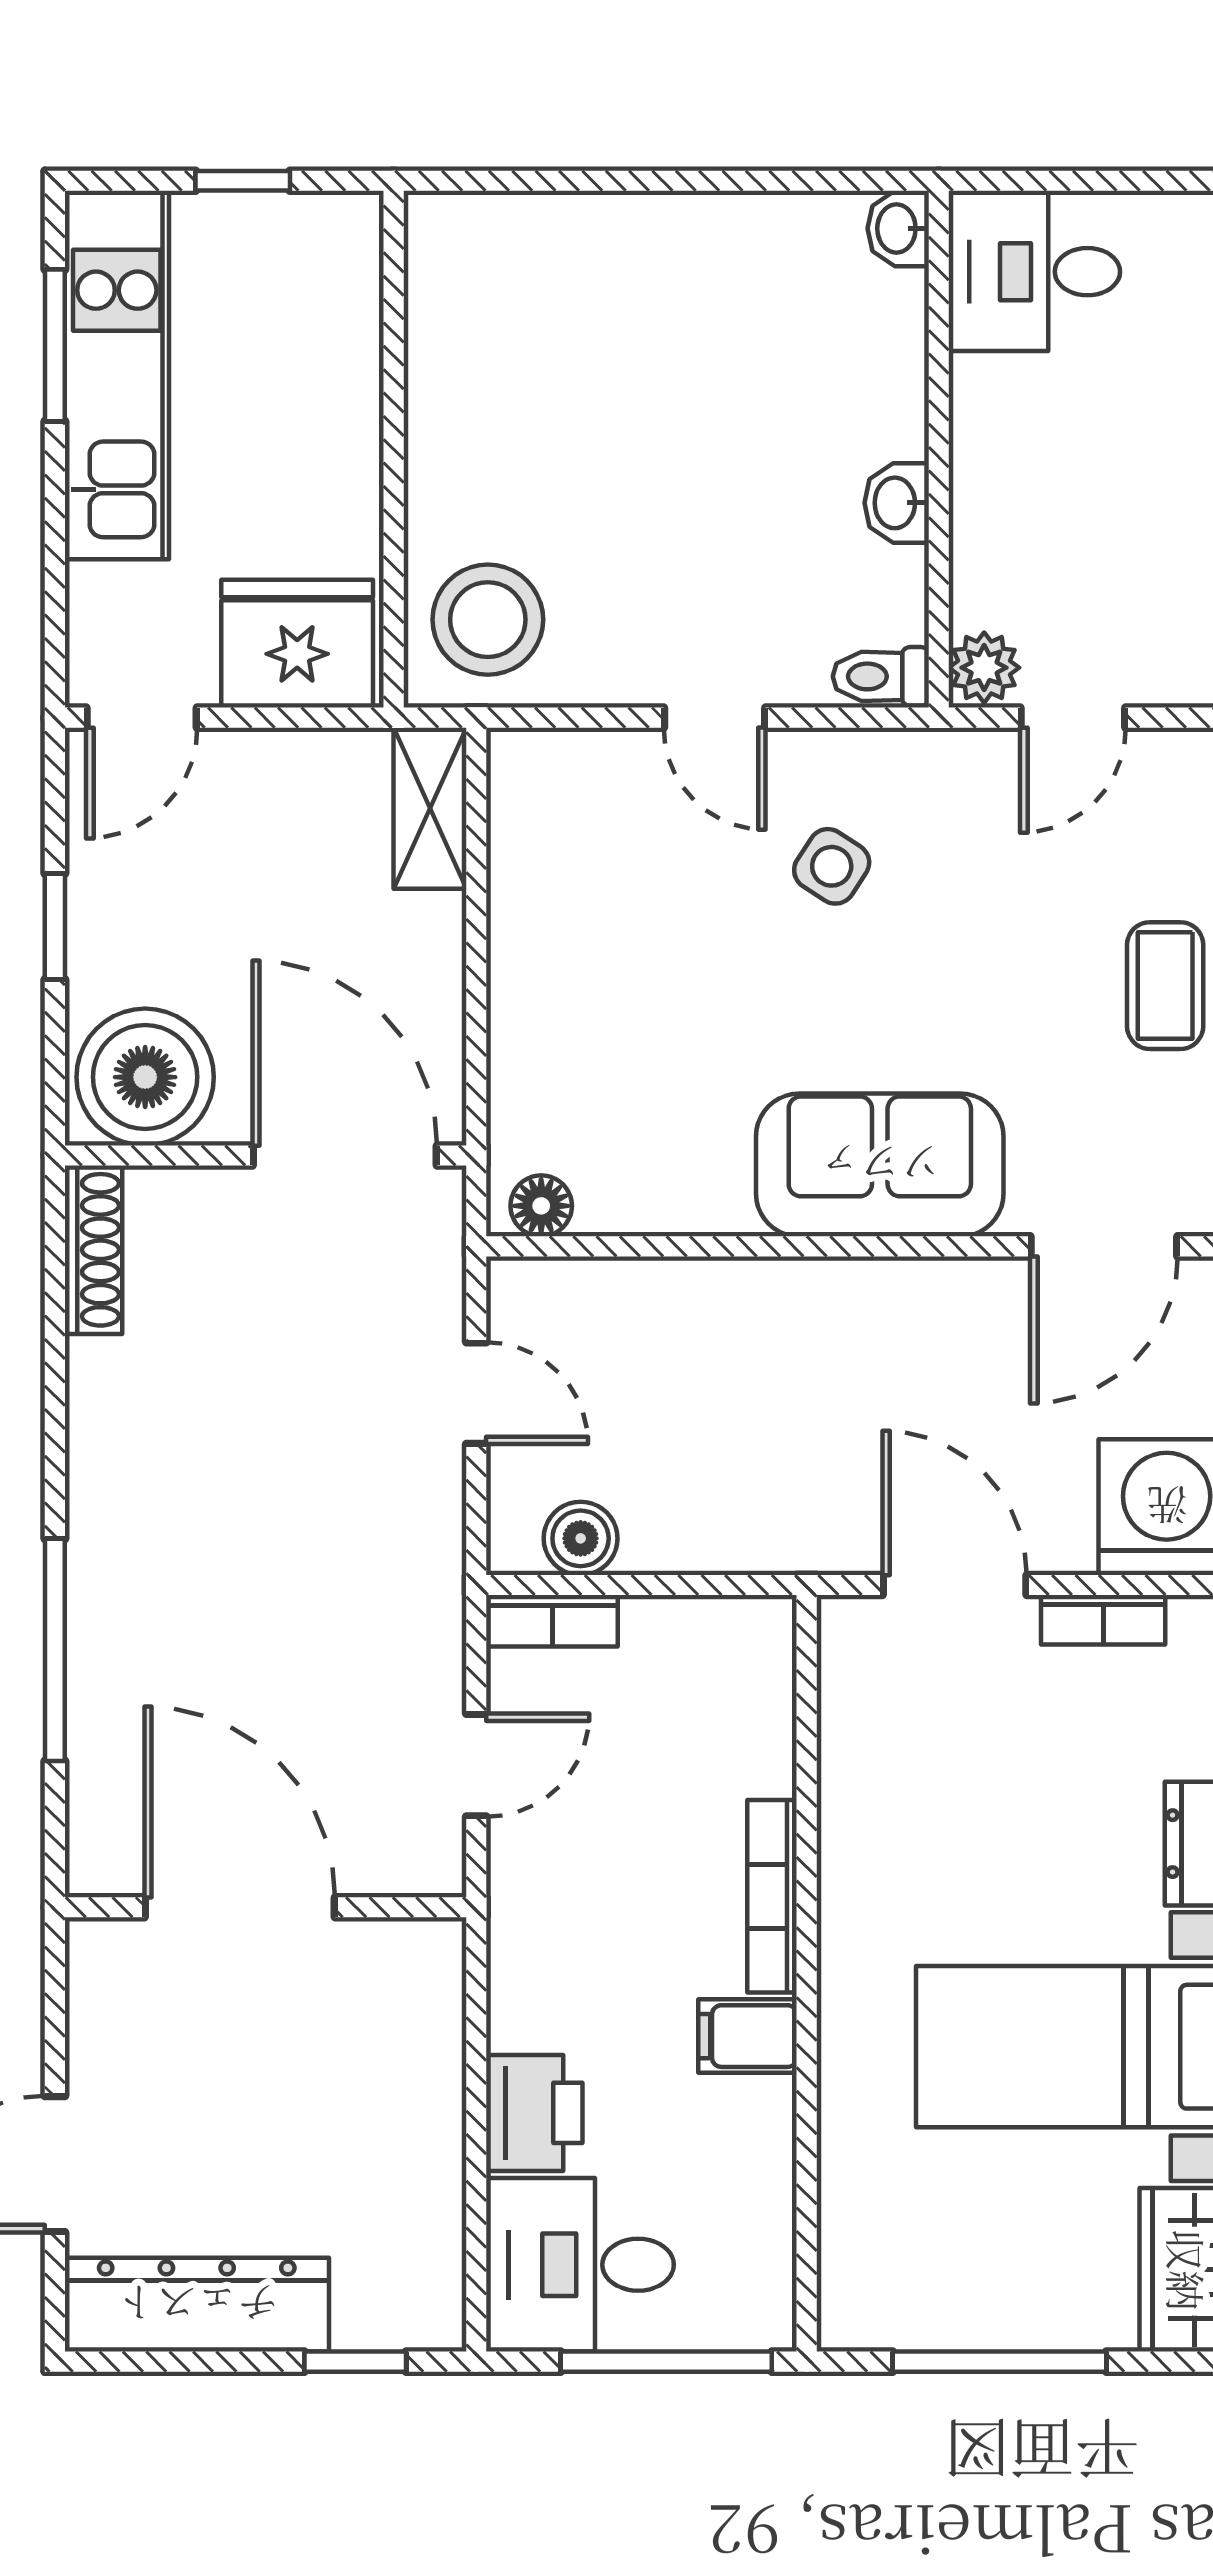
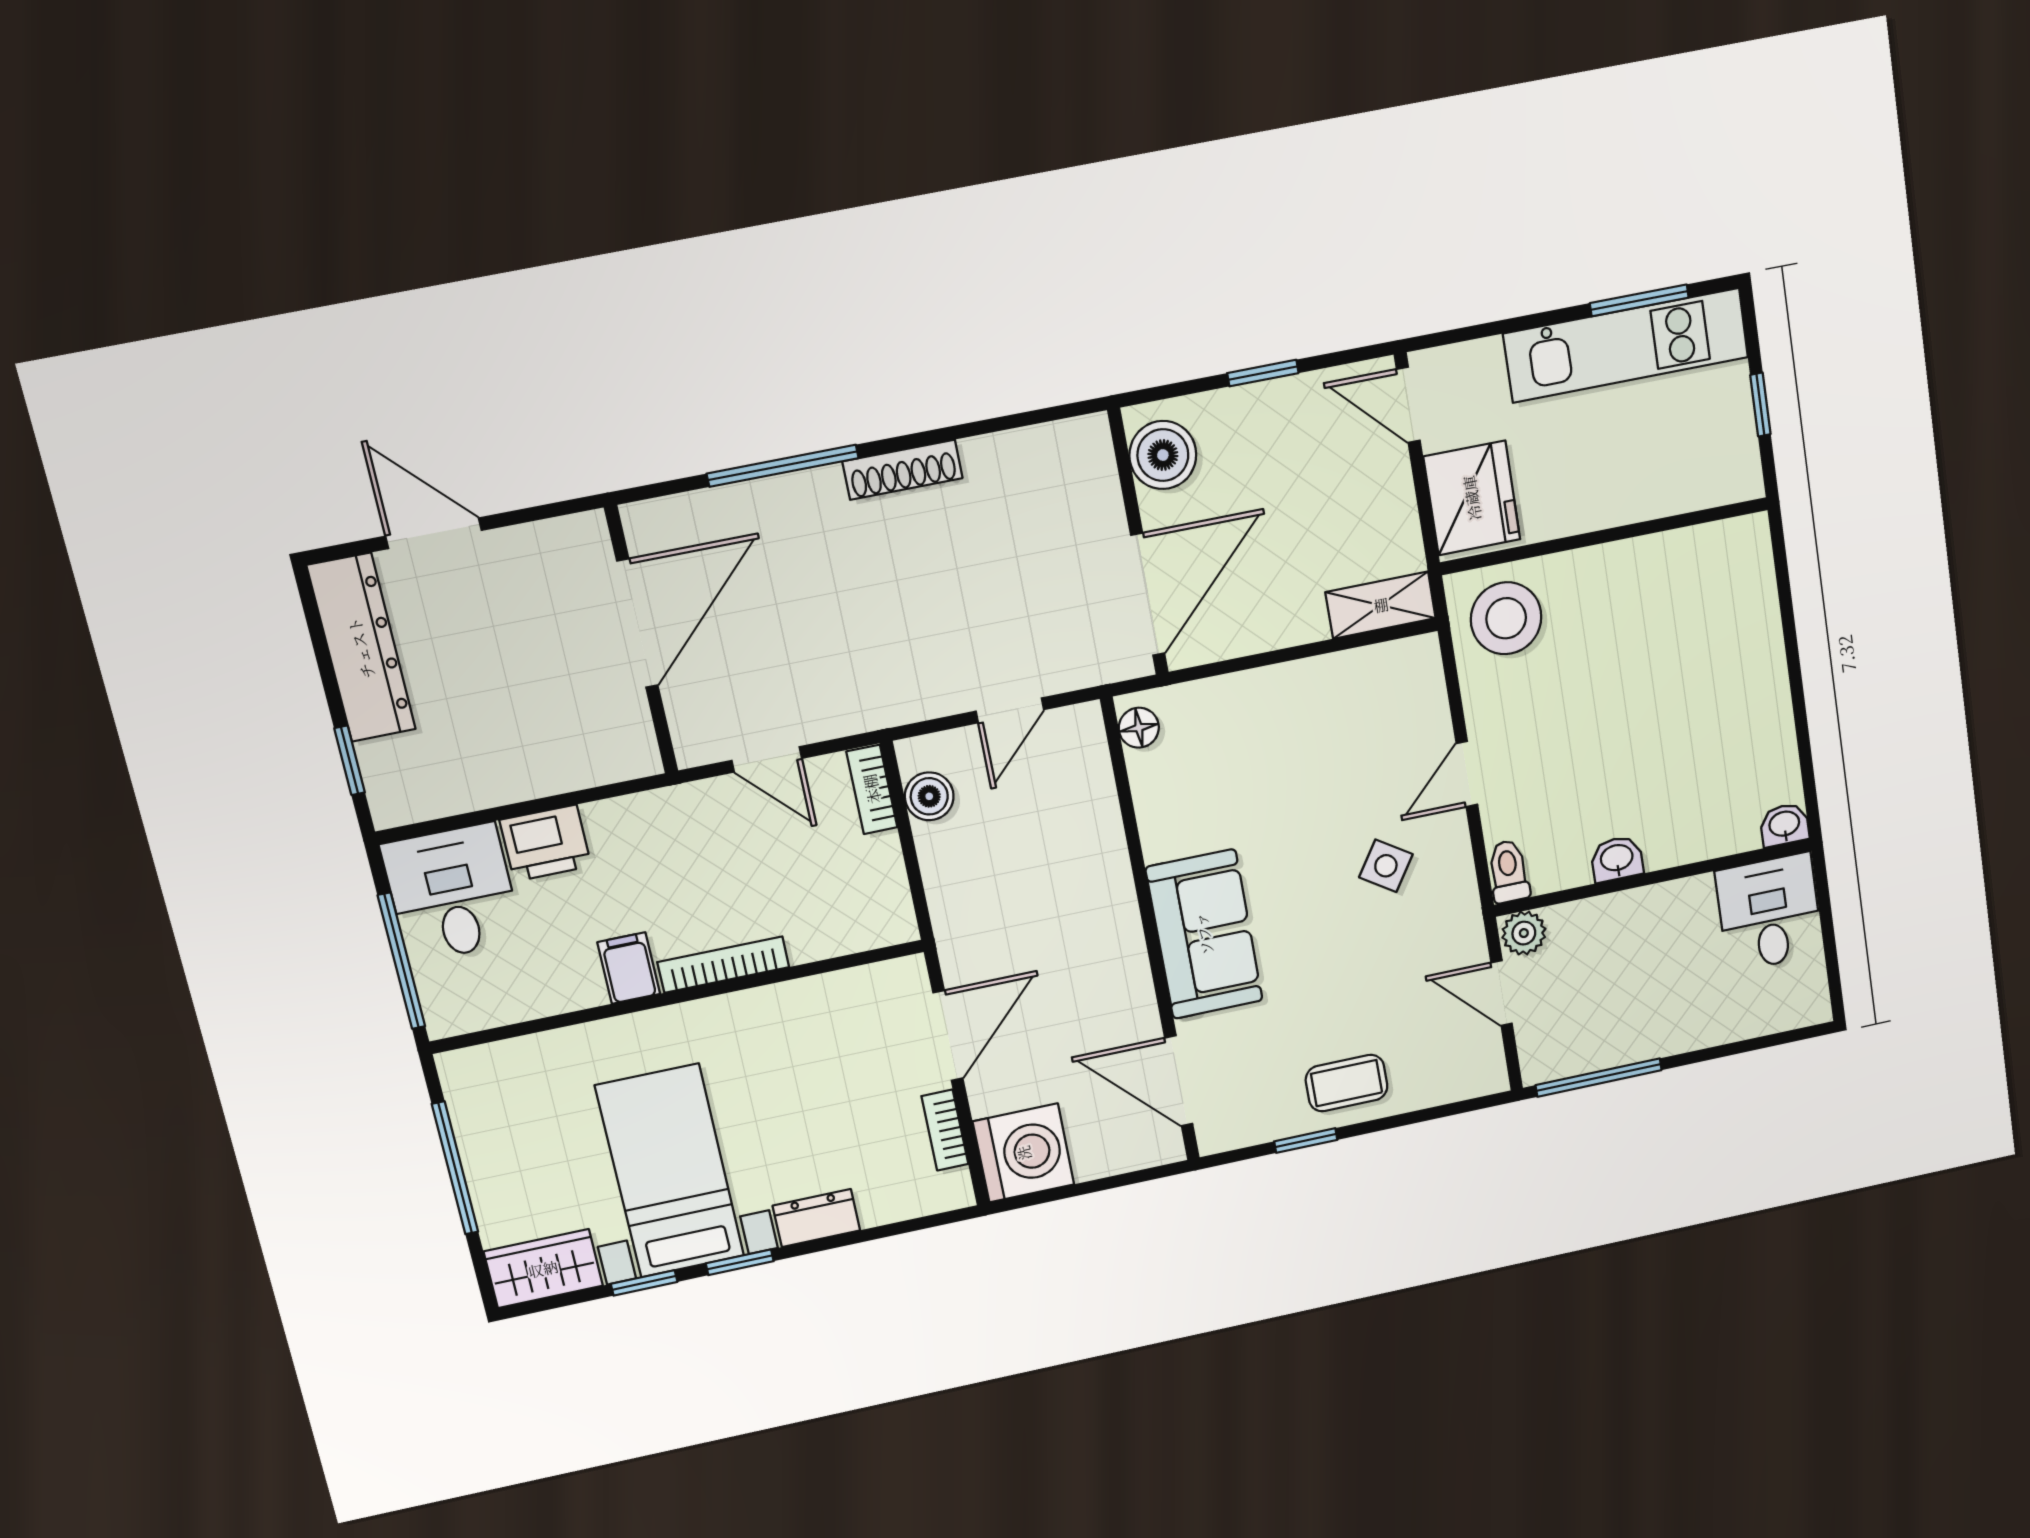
boiler: (145, 1077) -> (1163, 455), width x0.73, depth x0.73
shoe rack: (94, 1250) -> (903, 470), moved

